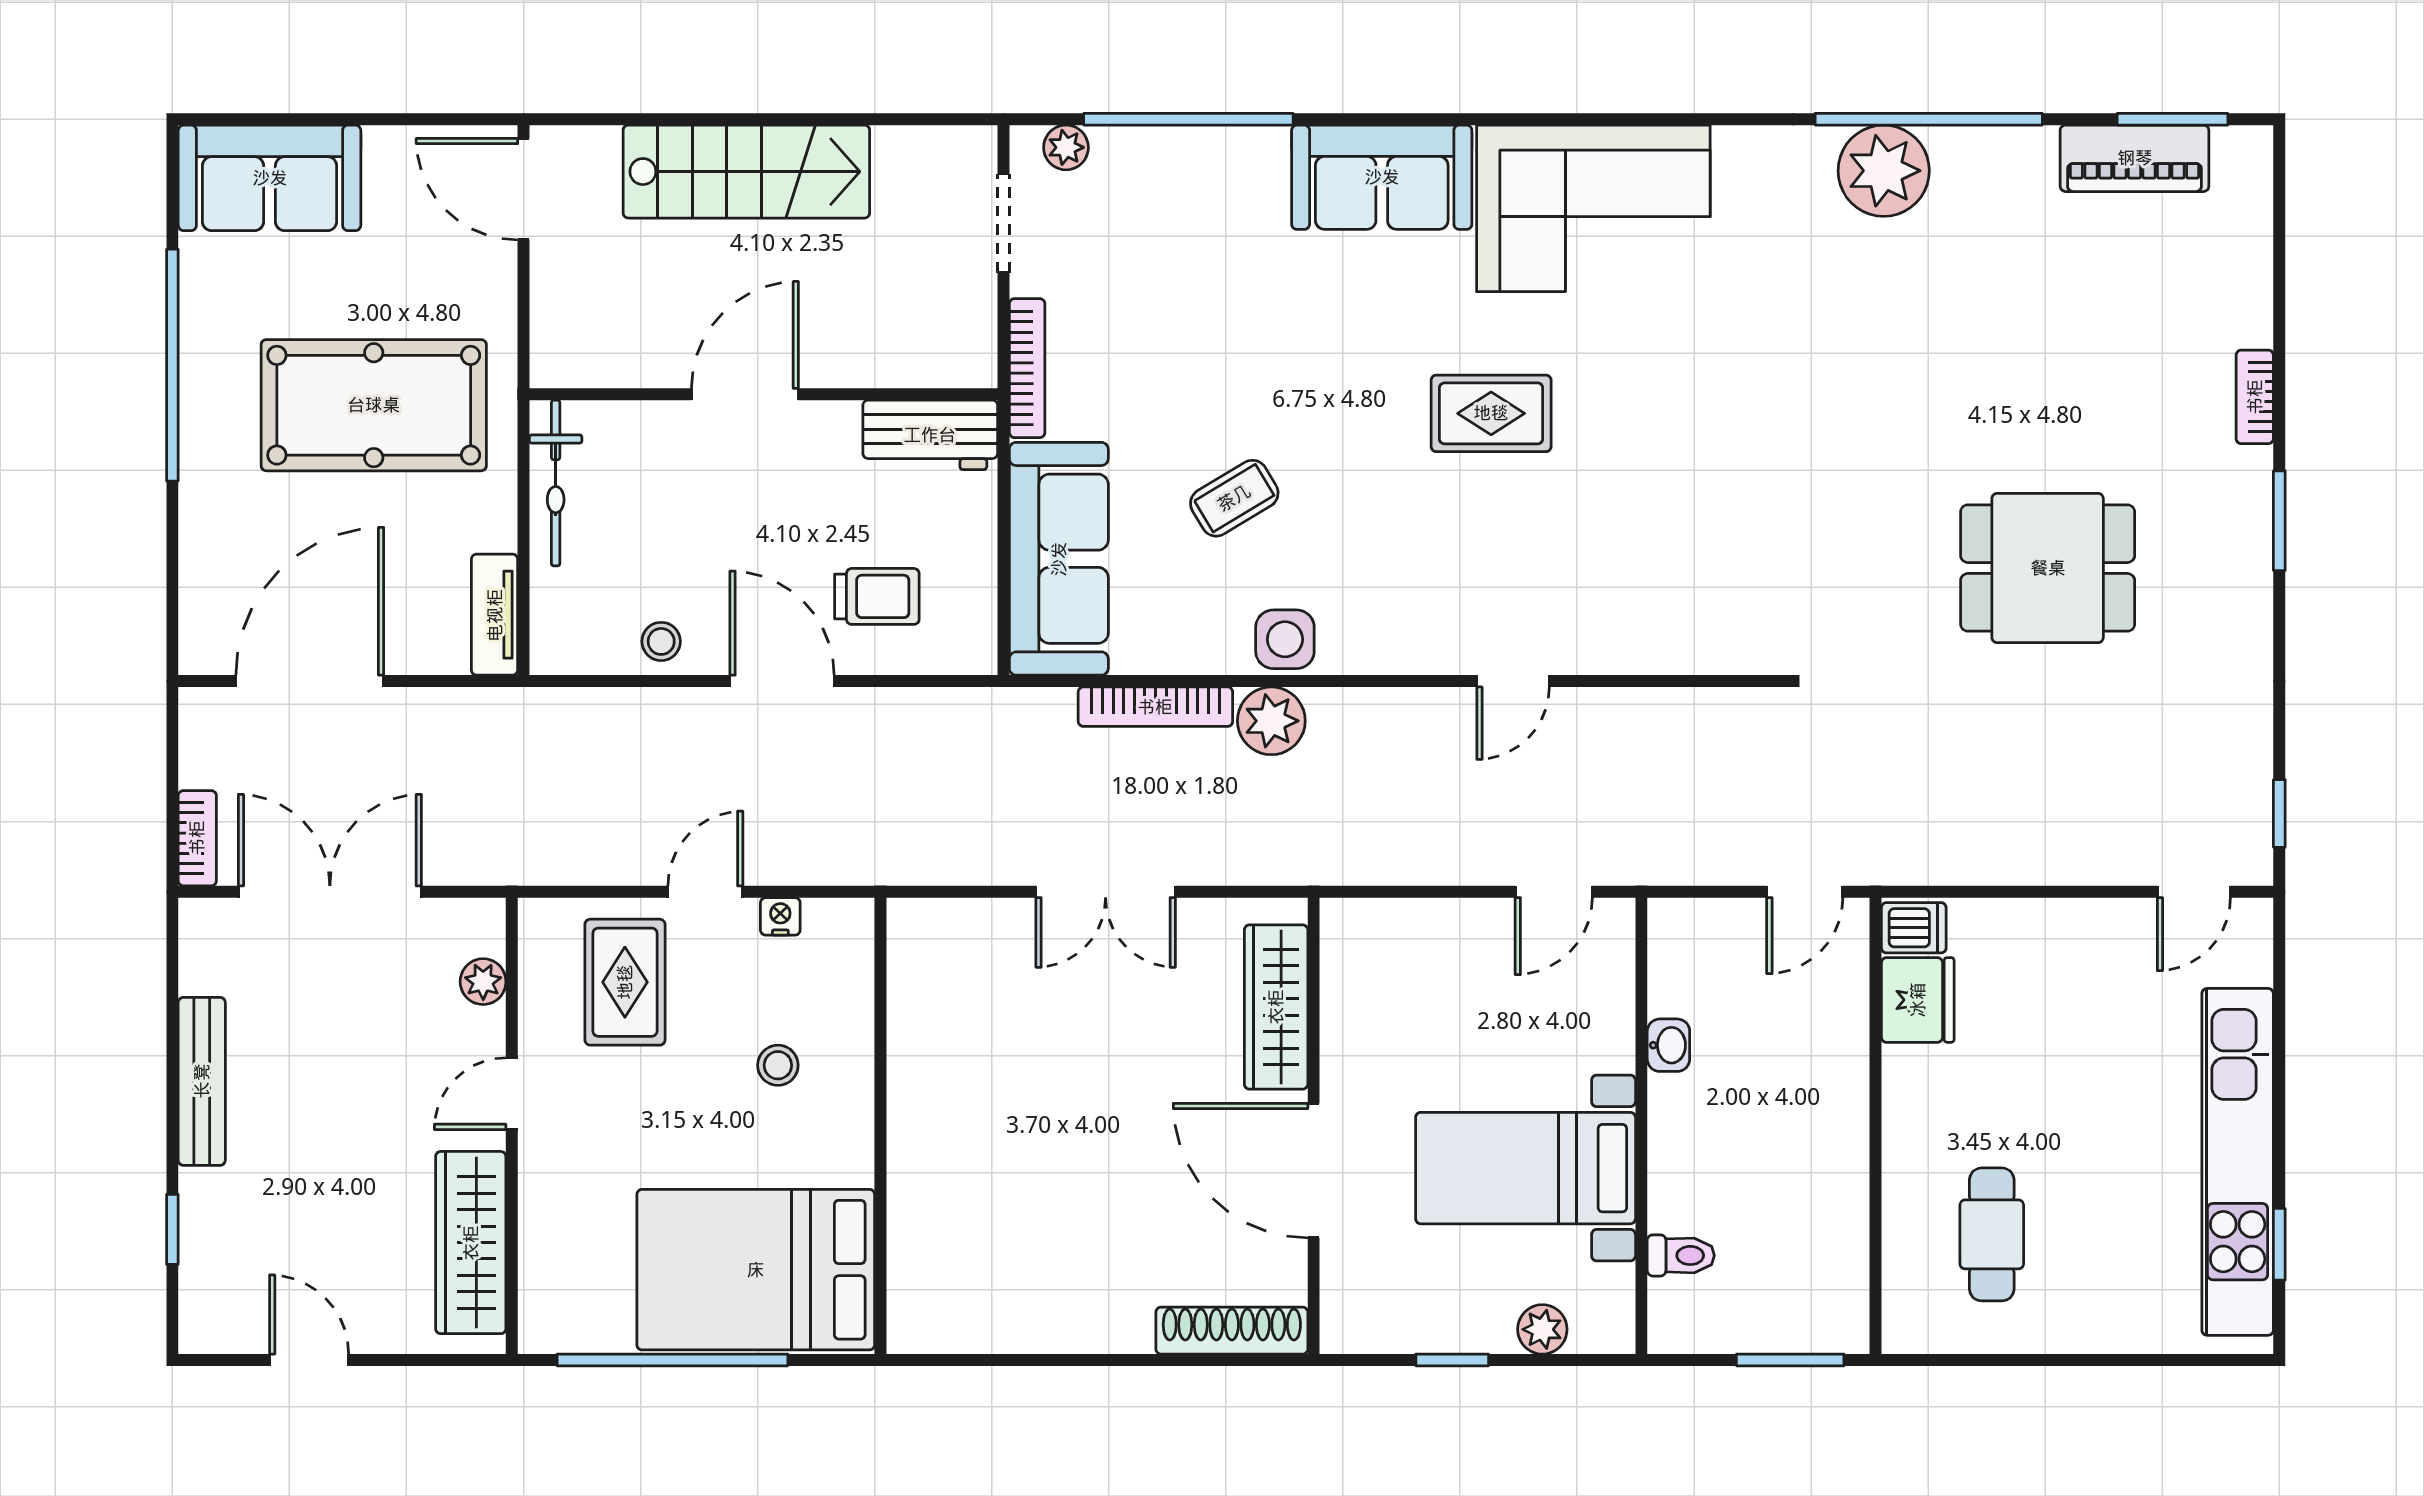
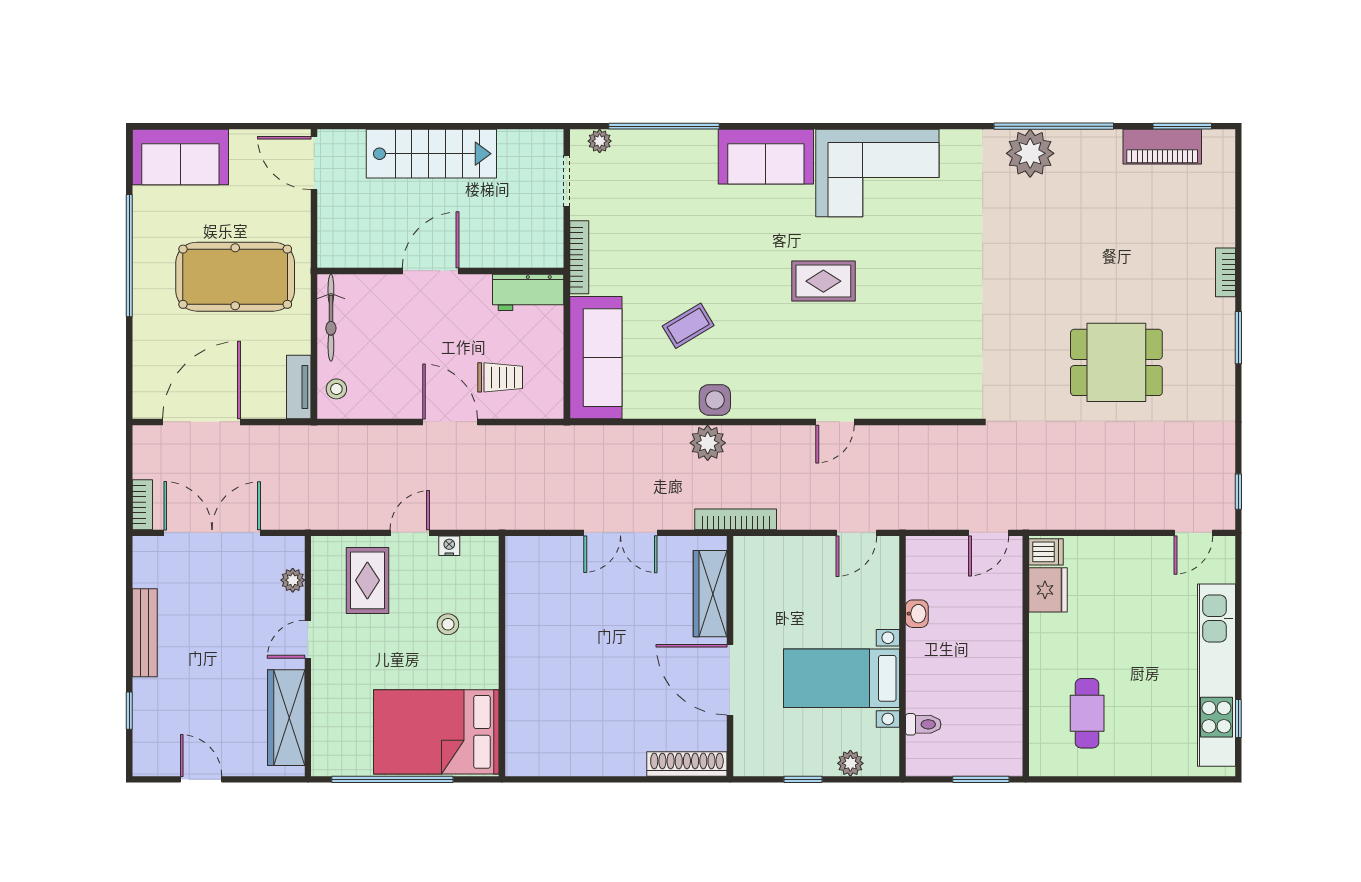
stool: (661, 641) -> (336, 389), moved
bookcase: (1155, 707) -> (736, 519), moved, turned 180

